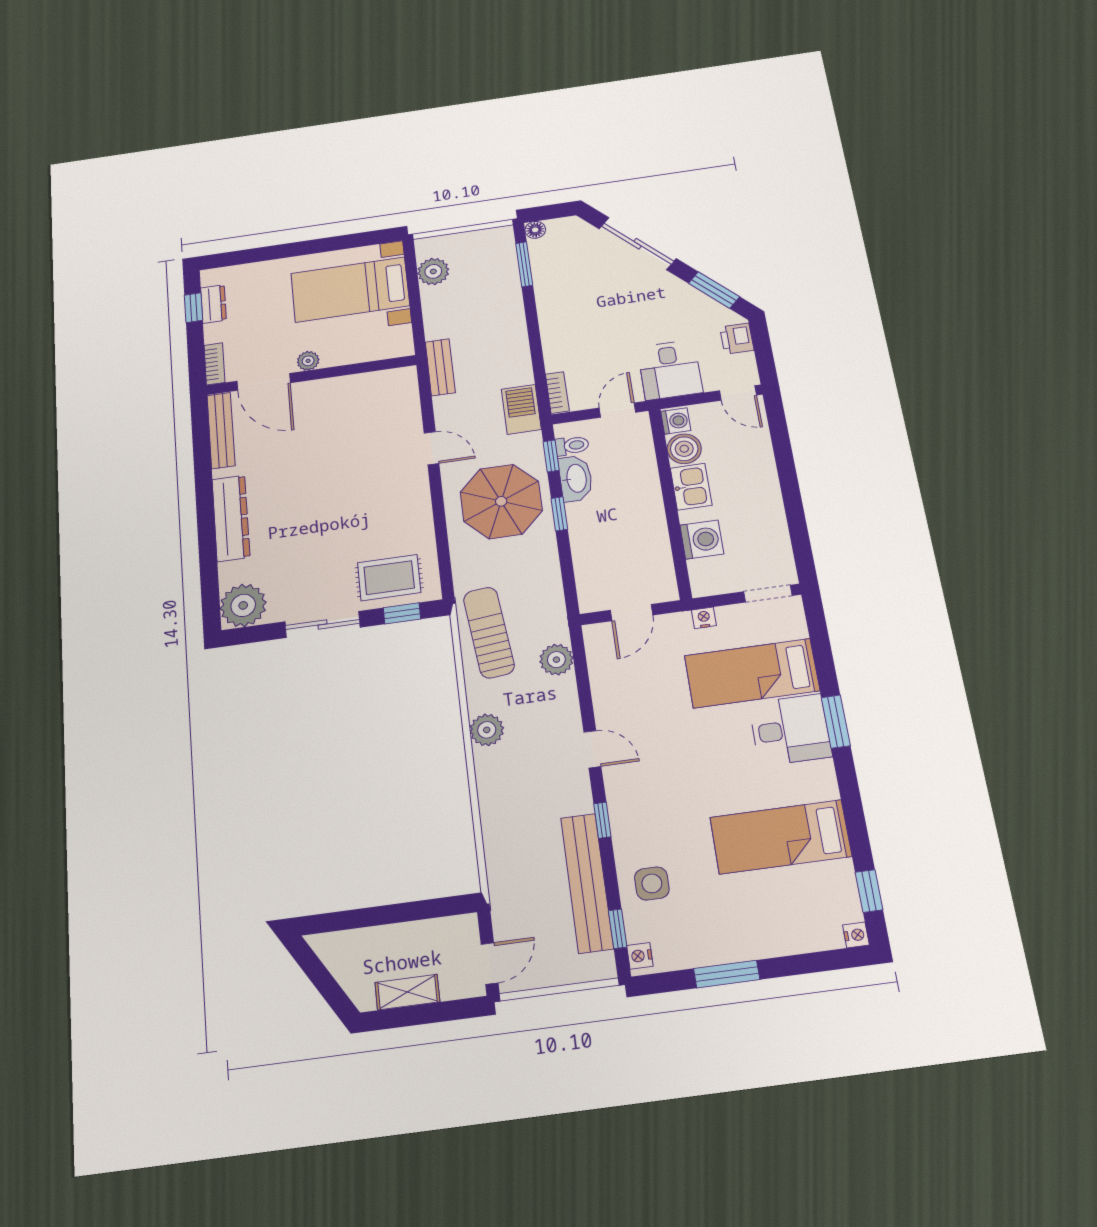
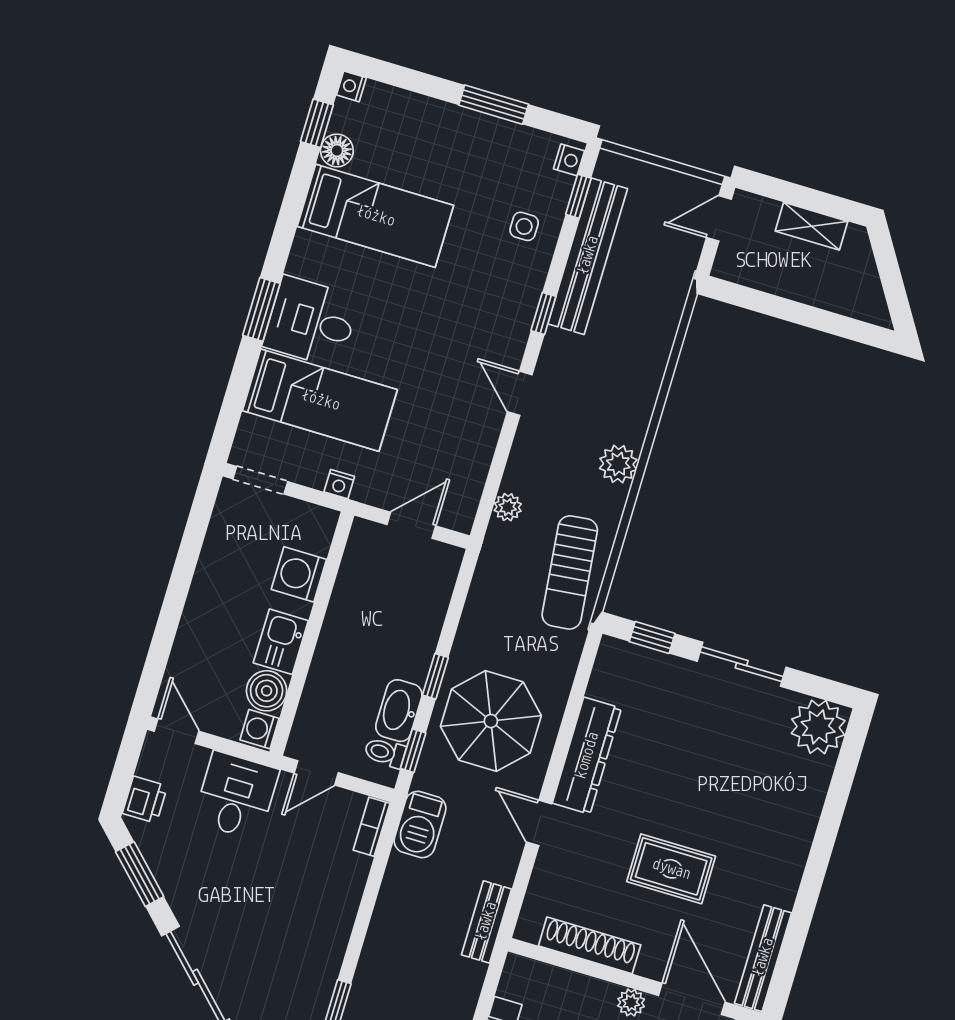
shoe rack: (356, 384) -> (590, 945), added
dresser: (231, 518) -> (587, 756), moved, turned 180
rug: (389, 578) -> (671, 869), moved
plant: (556, 660) -> (508, 507), width x0.73, depth x0.73
floor lamp: (840, 876) -> (337, 150), added
side table: (652, 883) -> (524, 226), width x0.73, depth x0.73

